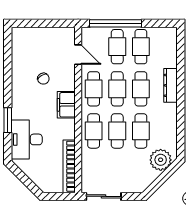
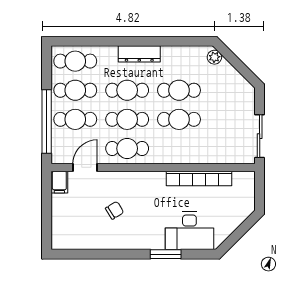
dresser: (170, 85) -> (139, 54), moved
filing cabinet: (66, 105) -> (59, 182), moved, width x0.50
cafe table: (94, 131) -> (75, 61), moved
plant: (161, 160) -> (214, 57), width x0.53, depth x0.53
bookcase: (69, 166) -> (199, 178), moved

